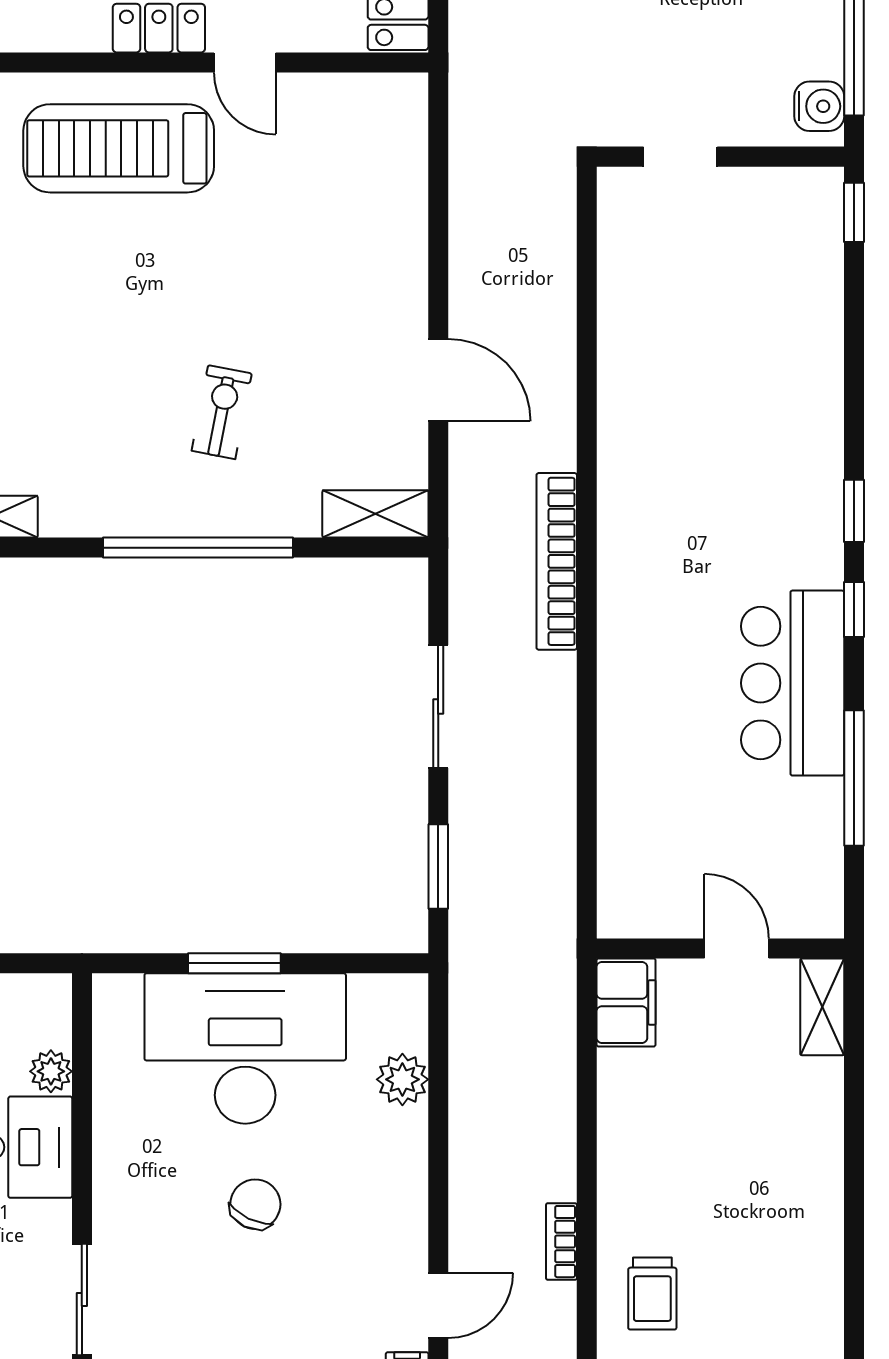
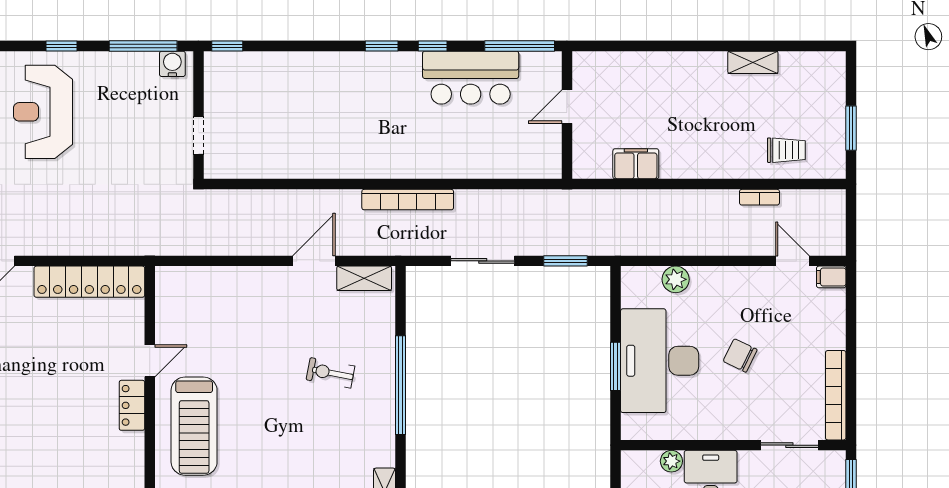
shelving: (375, 514) -> (364, 278), moved, turned 90
wall: (720, 948) -> (567, 115), moved
door: (737, 948) -> (567, 107), moved
shelving: (822, 1007) -> (753, 62), moved

